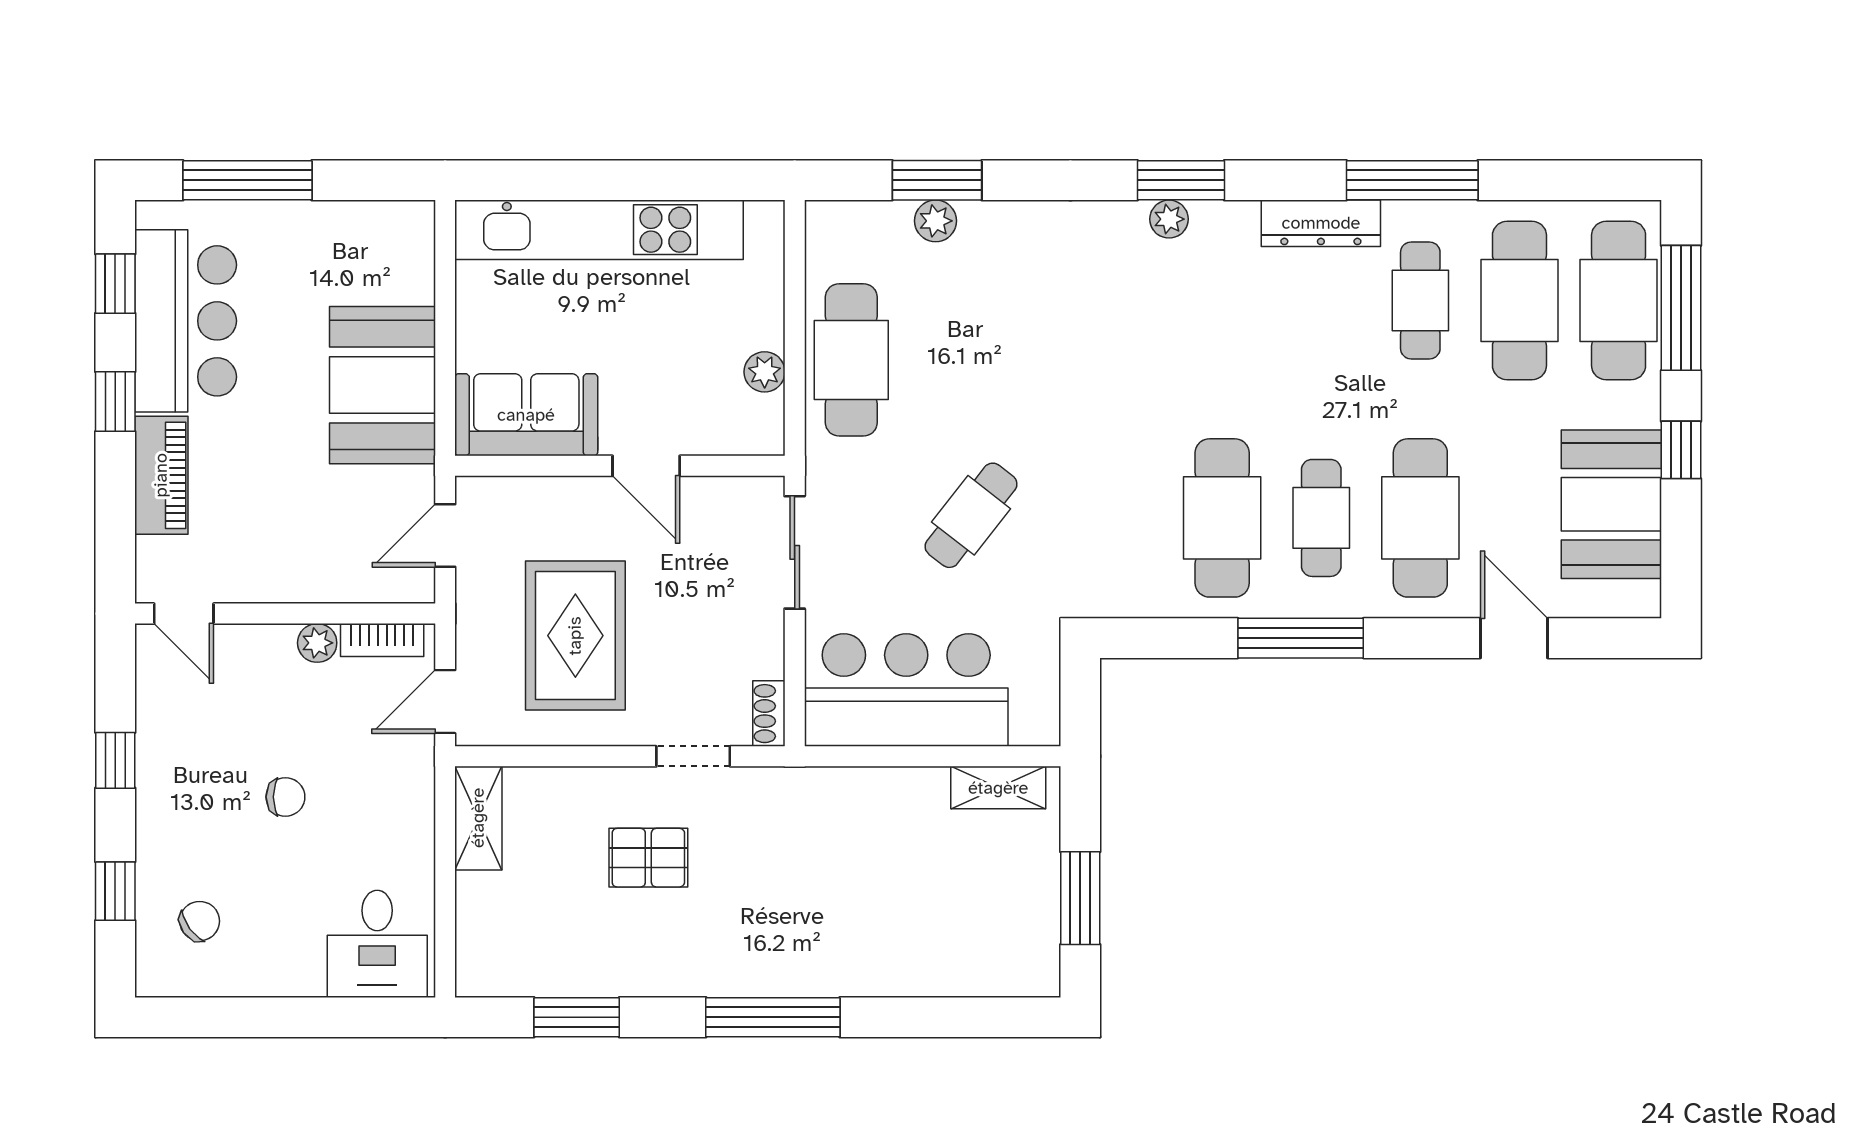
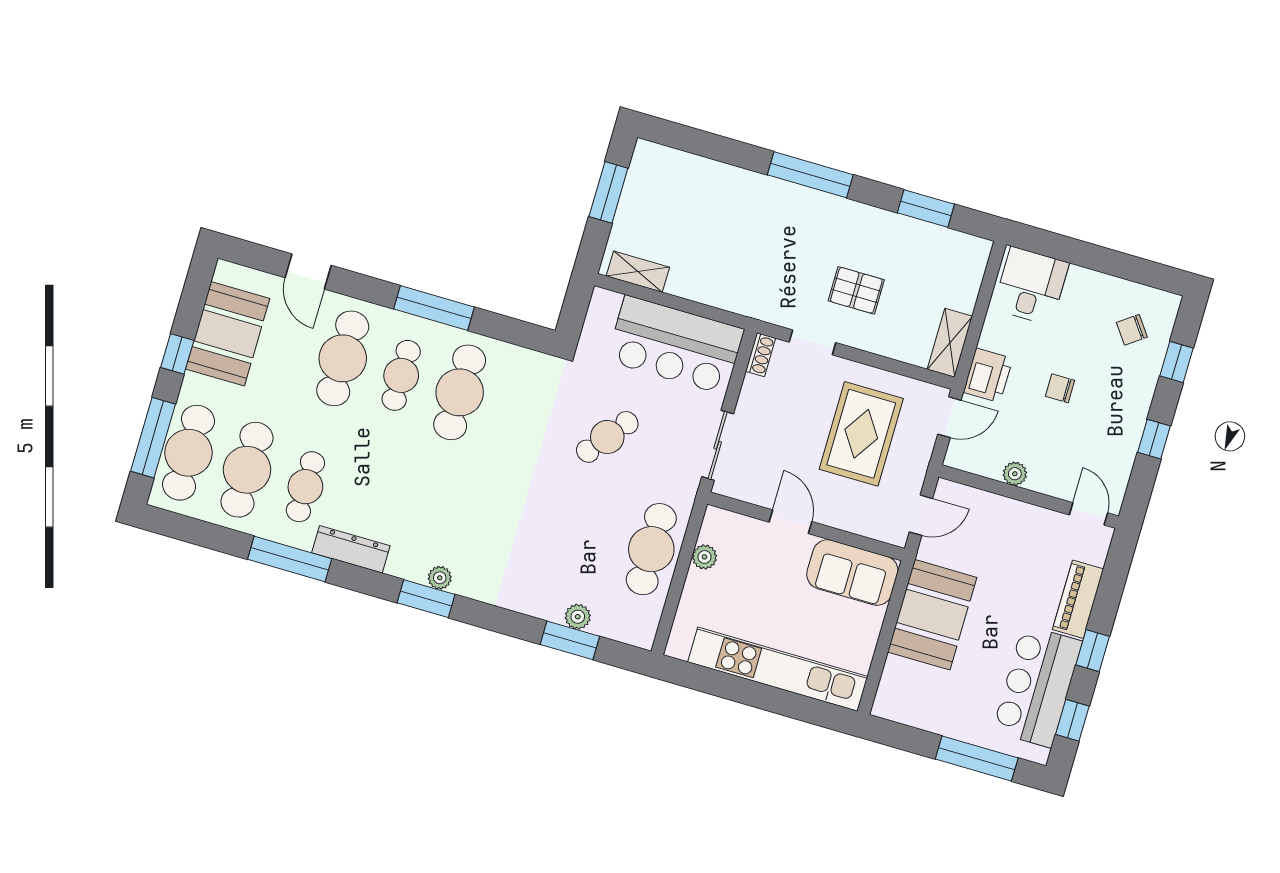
bookcase: (382, 640) -> (976, 464), removed
printer: (404, 784) -> (988, 375), added

